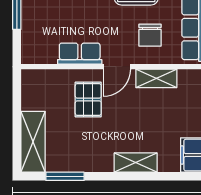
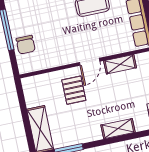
chair: (150, 35) -> (26, 45), moved
row of seats: (80, 54) -> (61, 58), removed

